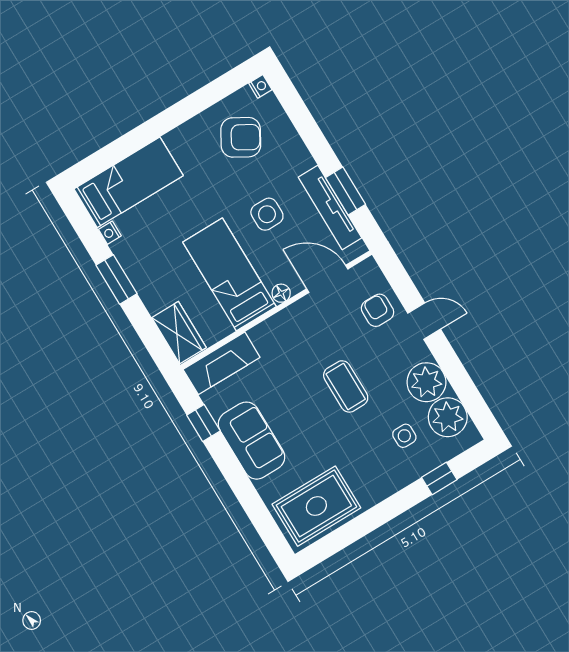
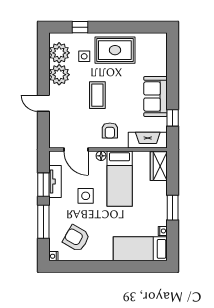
window: (310, 132) -> (43, 222), added
tv unit: (330, 208) -> (55, 181), width x0.71
armchair: (378, 310) -> (110, 130), moved
rug: (316, 506) -> (115, 50), moved

